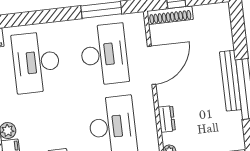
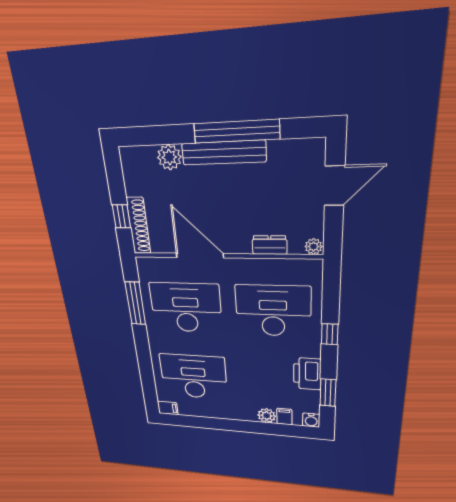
plant: (224, 41) -> (169, 157), added
desk: (36, 62) -> (194, 377), turned 180

